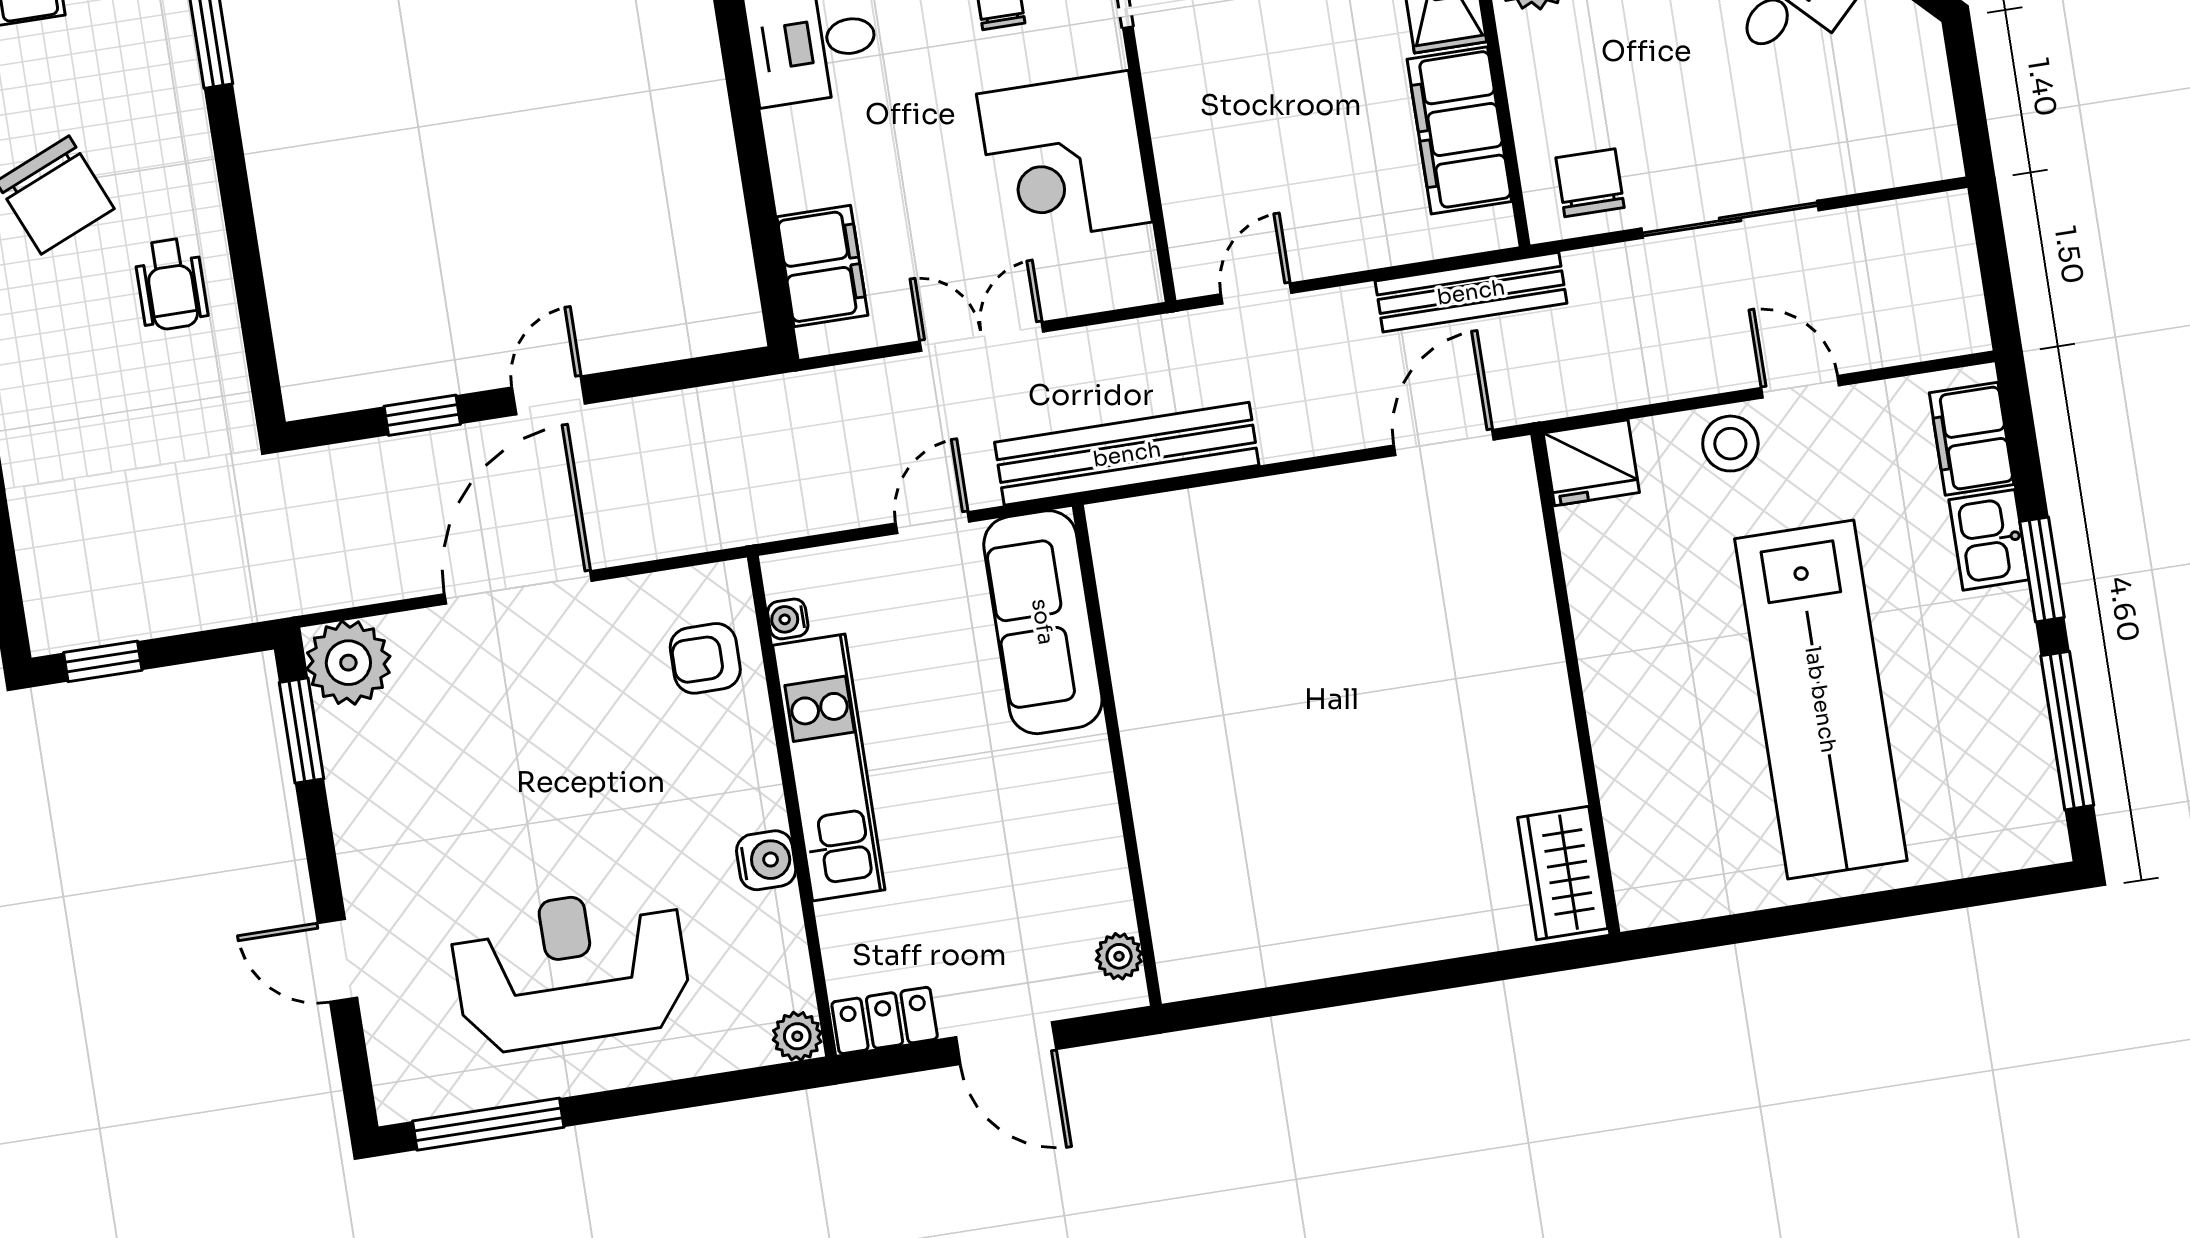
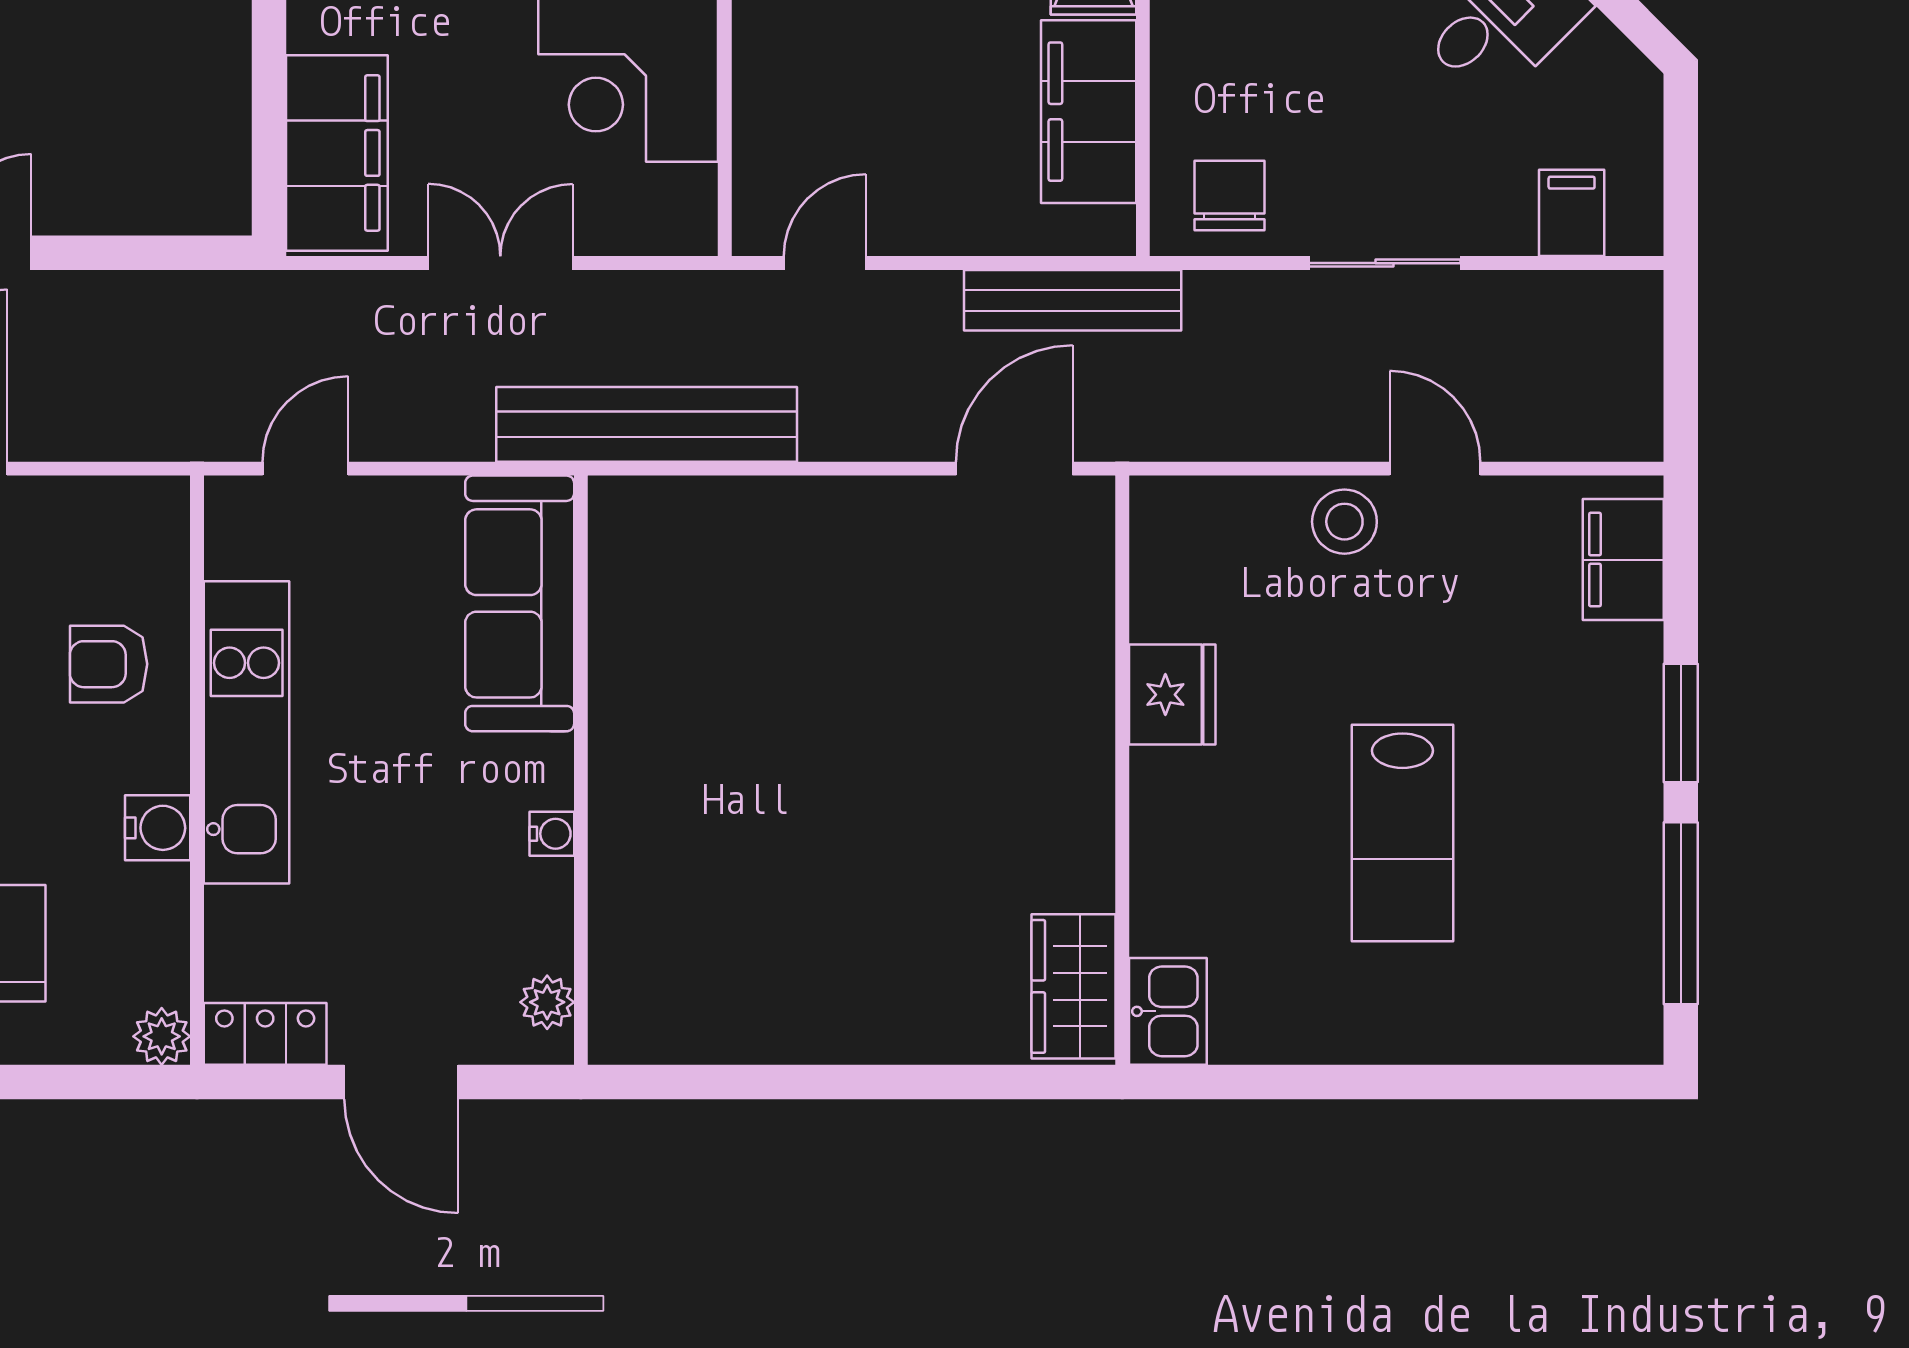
filing cabinet: (1882, 152) -> (1572, 213), added
sliding door: (1730, 219) -> (1385, 263), width x0.73
filing cabinet: (822, 266) -> (337, 153), width x1.50, depth x1.17
fridge: (1591, 463) -> (1172, 695), moved, turned -90
door: (933, 523) -> (305, 469), moved
kitchen sink: (1989, 540) -> (1168, 1011), moved, turned 180
water cooler: (788, 619) -> (552, 834), moved, turned 180
armchair: (705, 658) -> (109, 664), moved
lab bench: (1821, 700) -> (1402, 833), width x0.54, depth x0.72

